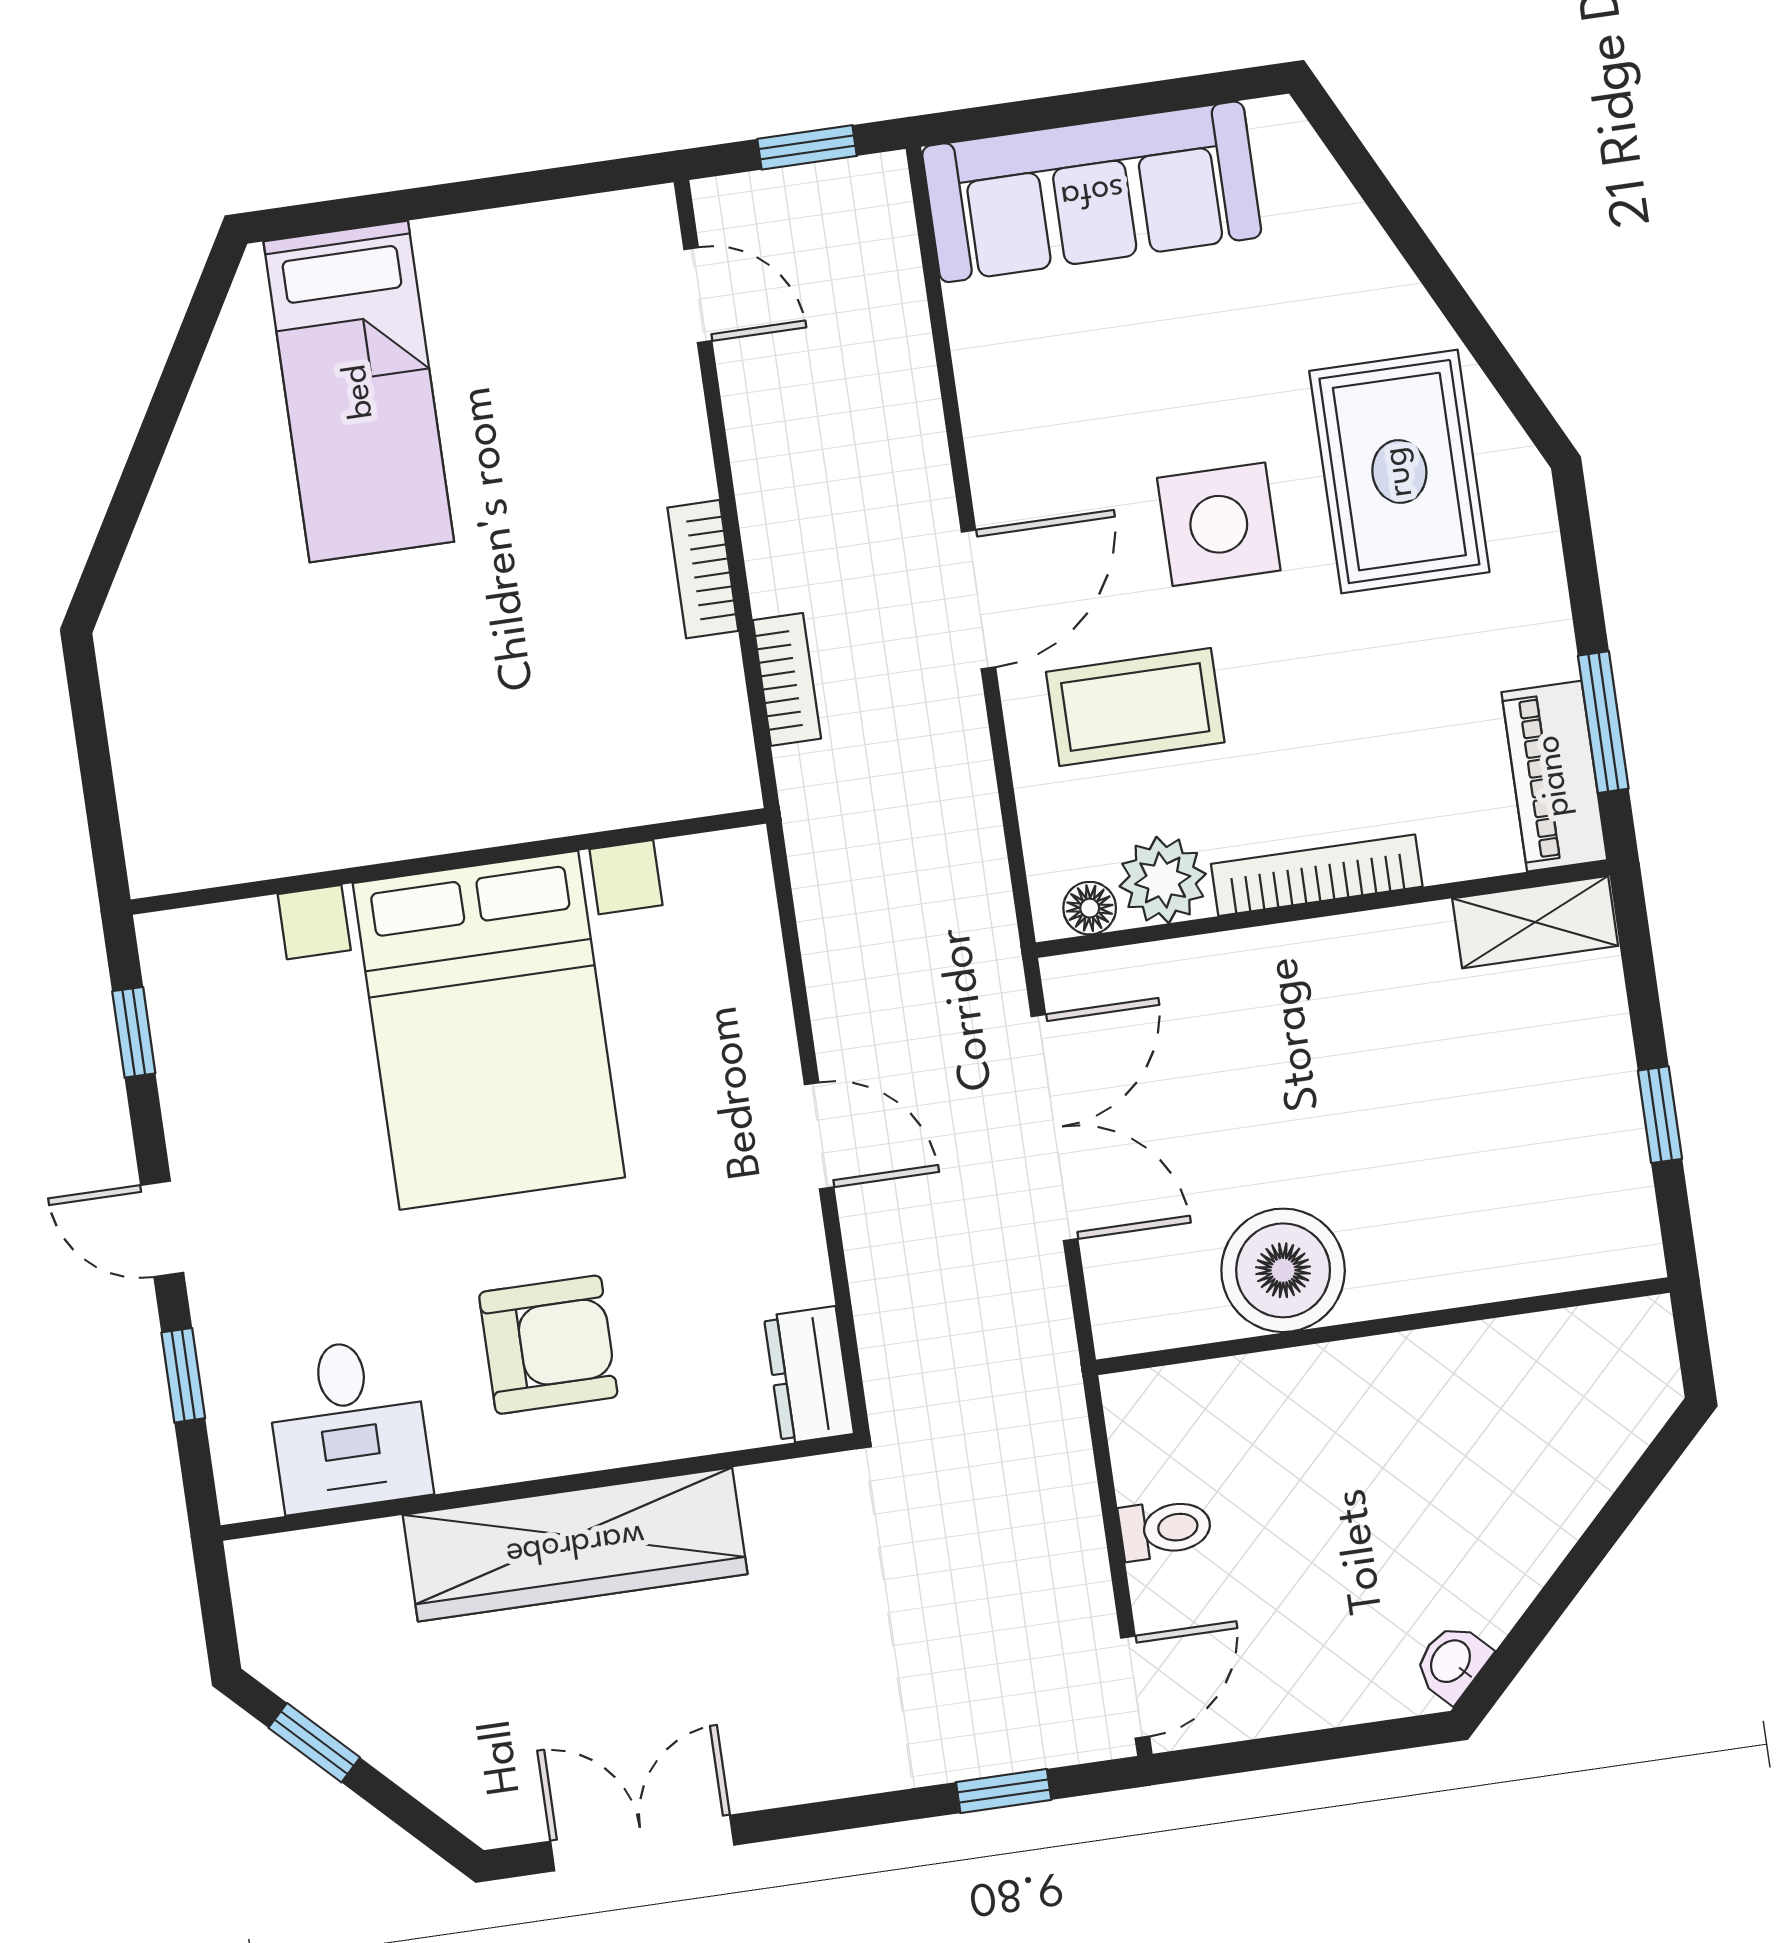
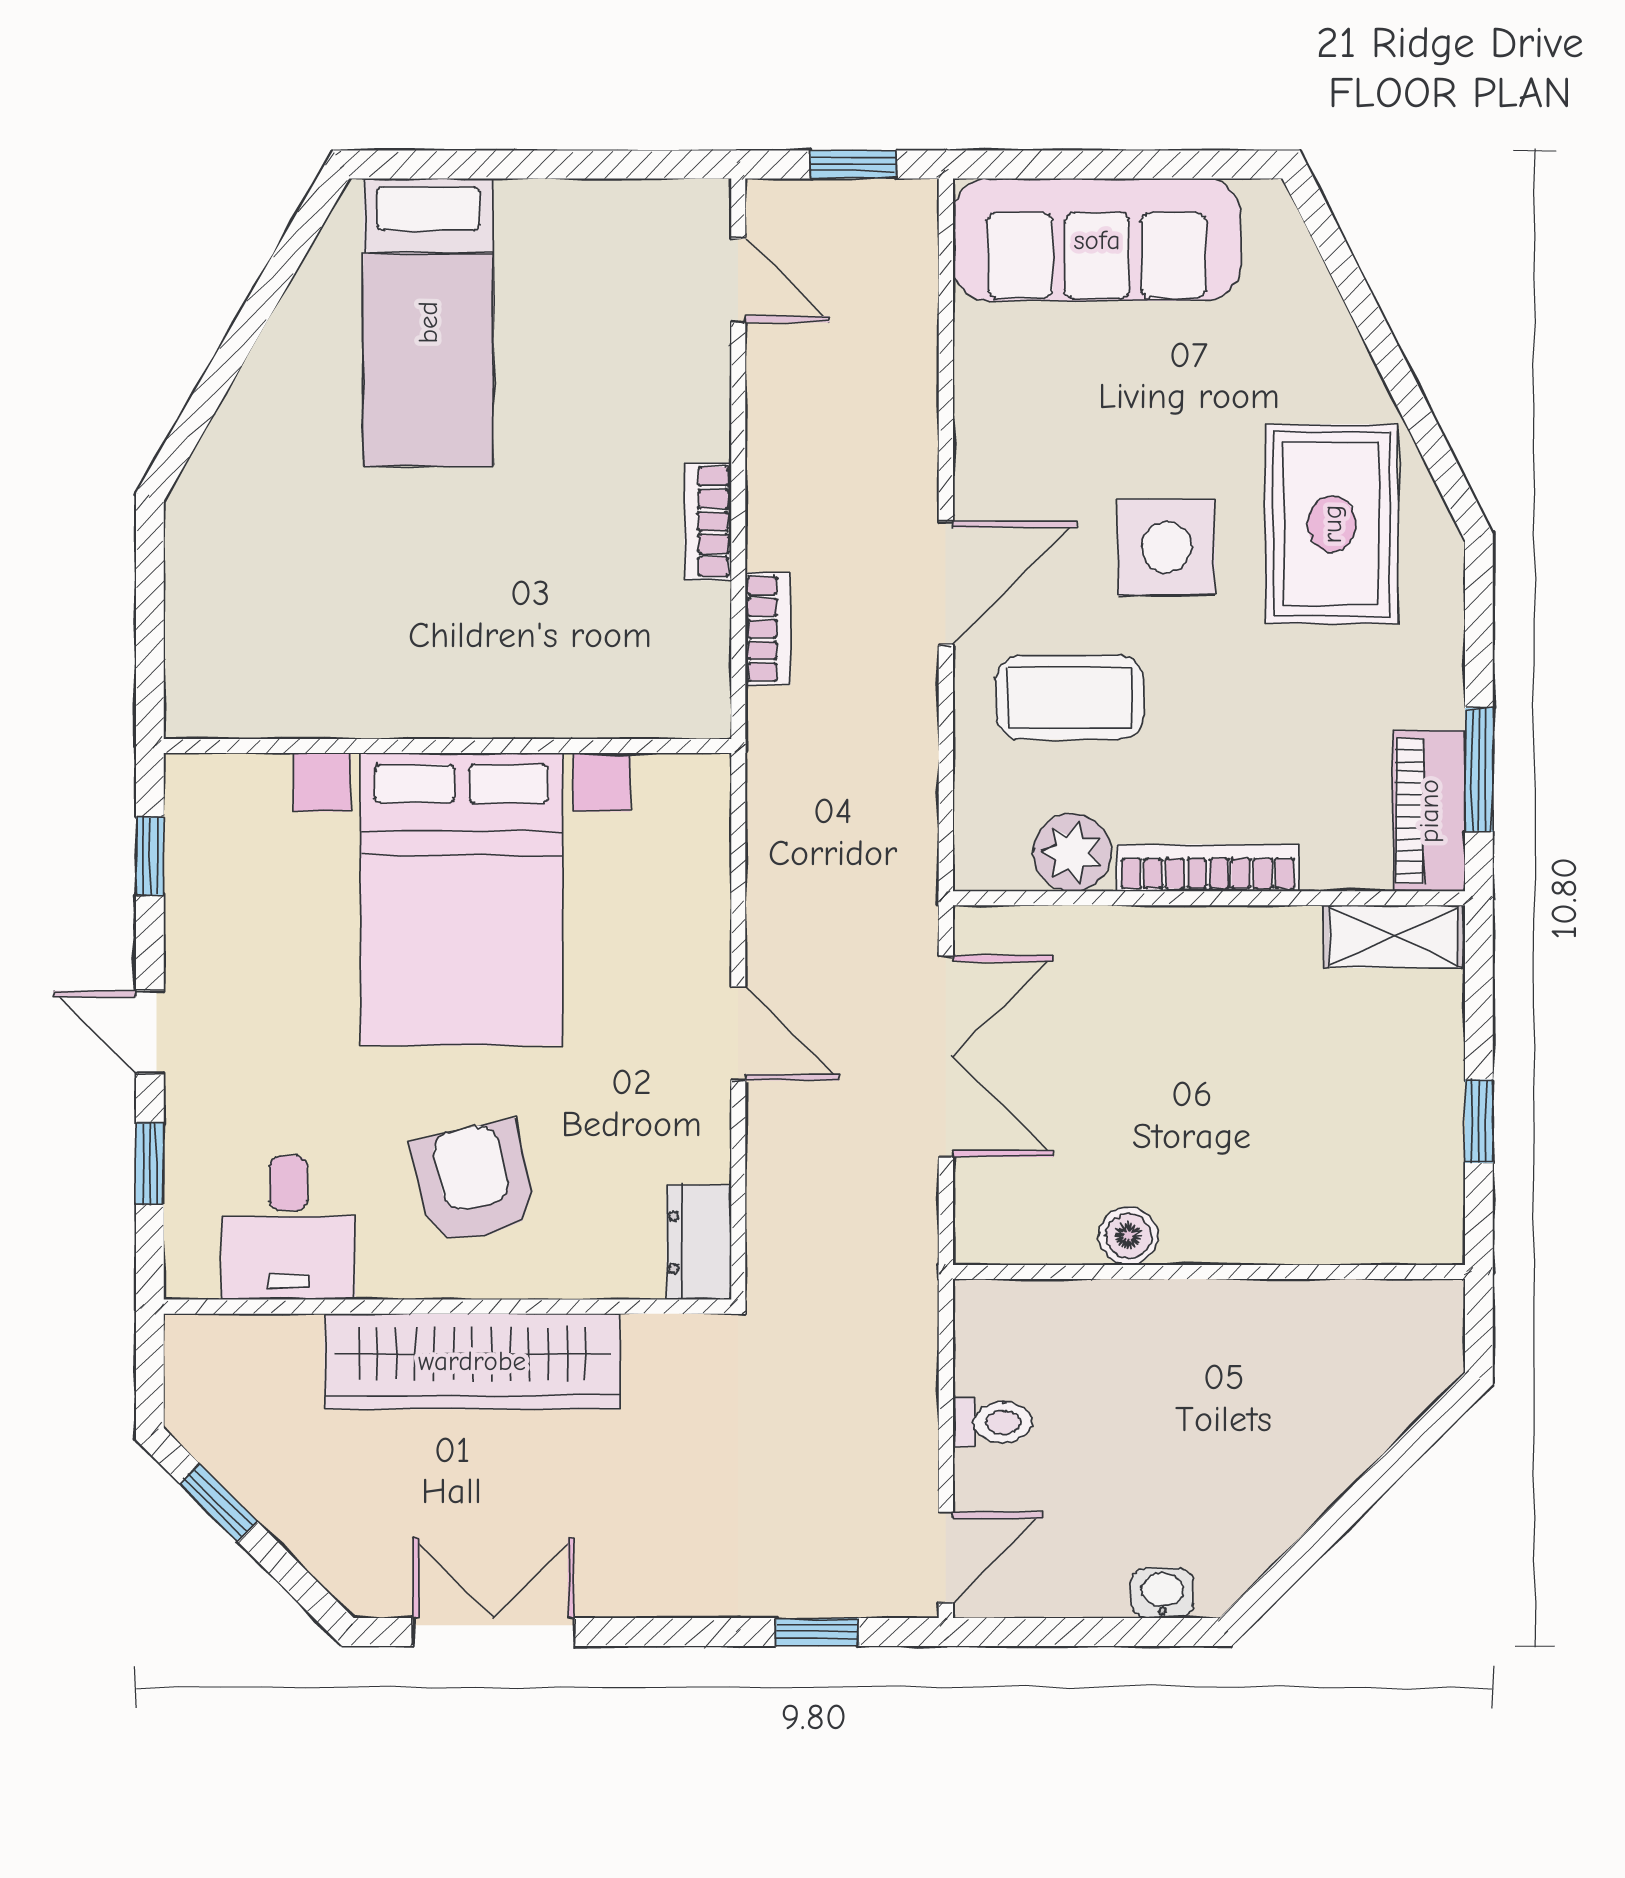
floor lamp: (1090, 908) -> (1004, 868), removed
boiler: (1283, 1270) -> (1128, 1236), width x0.54, depth x0.54
armchair: (548, 1345) -> (474, 1183), turned -103
washbasin: (1452, 1662) -> (1162, 1593), moved, turned 45

